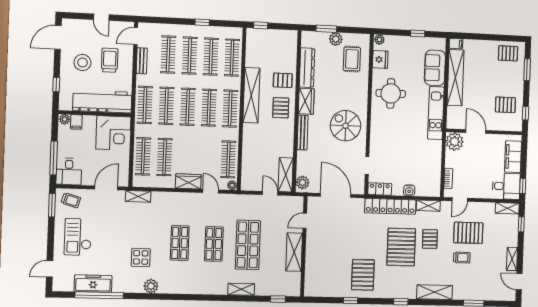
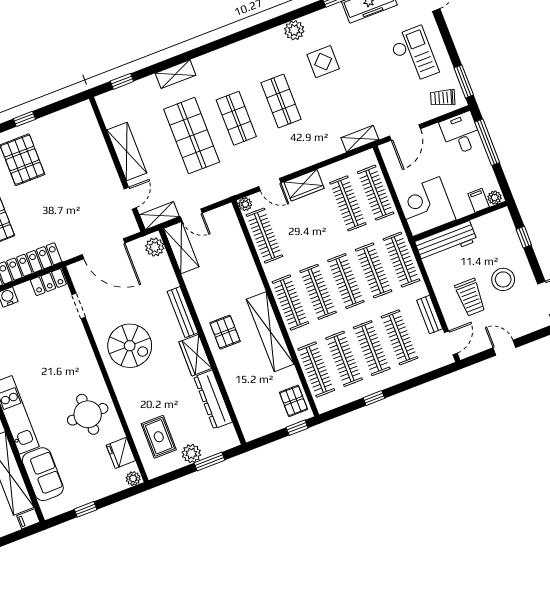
pallet: (283, 80) -> (294, 401), moved, turned 90
workbench: (102, 101) -> (446, 241), width x0.73, depth x0.76
shelving: (291, 202) -> (159, 216), added

